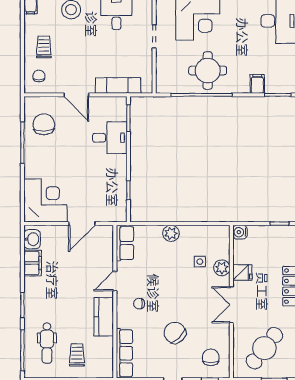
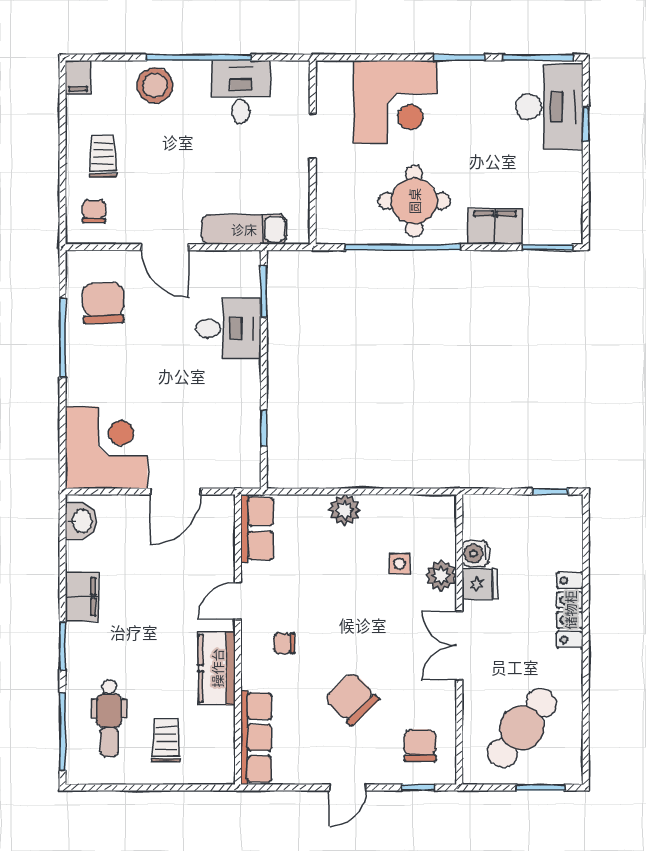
filing cabinet: (257, 84) -> (495, 226), width x2.00
water cooler: (240, 232) -> (475, 553), moved
filing cabinet: (33, 263) -> (82, 597), moved

